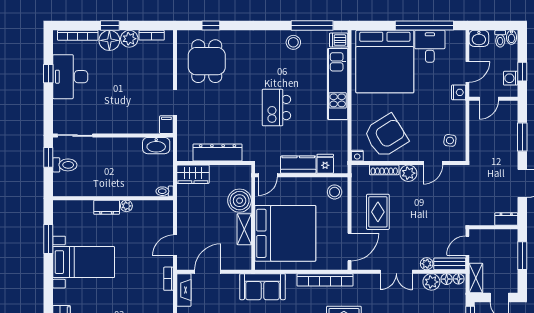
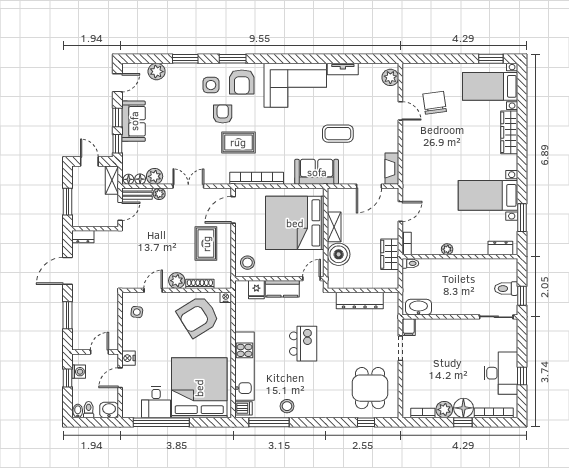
wardrobe: (193, 174) -> (390, 254), moved, turned -90
dresser: (107, 207) -> (500, 248), moved
bookcase: (168, 279) -> (407, 243), moved

